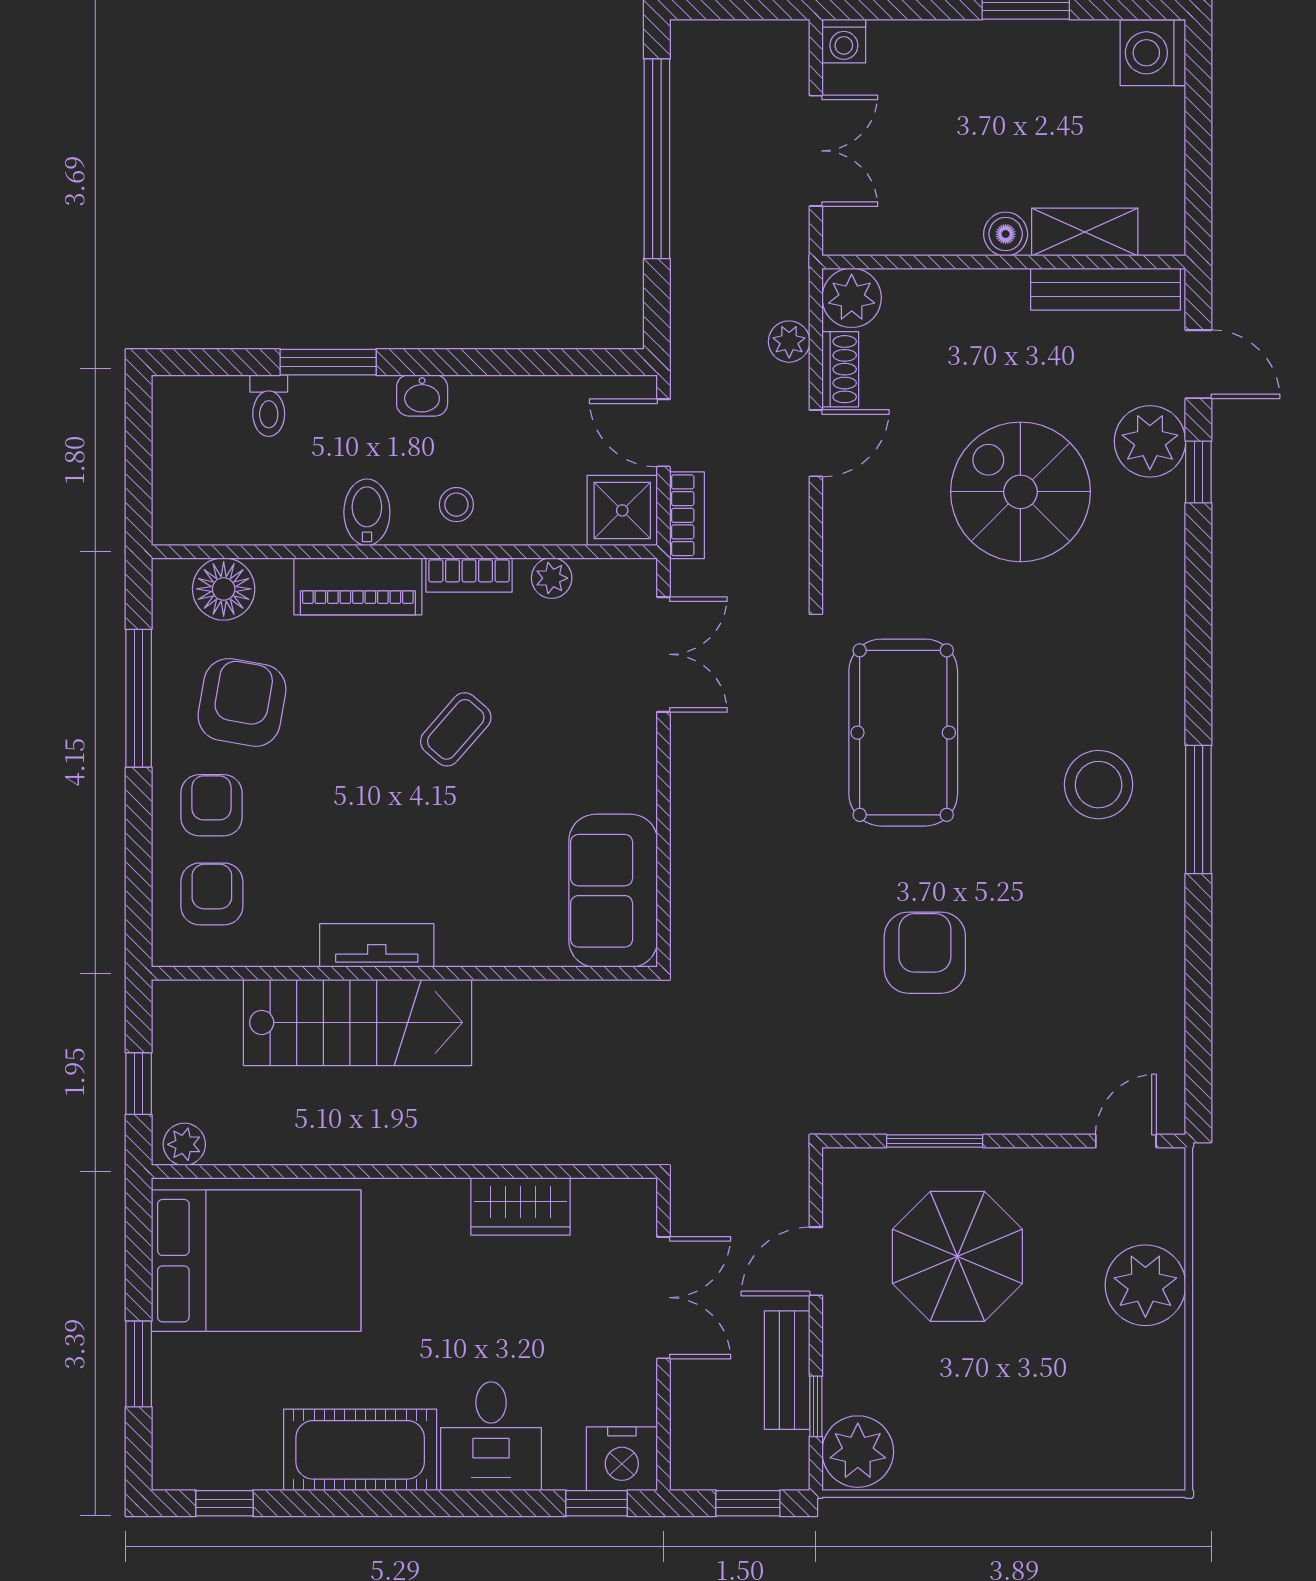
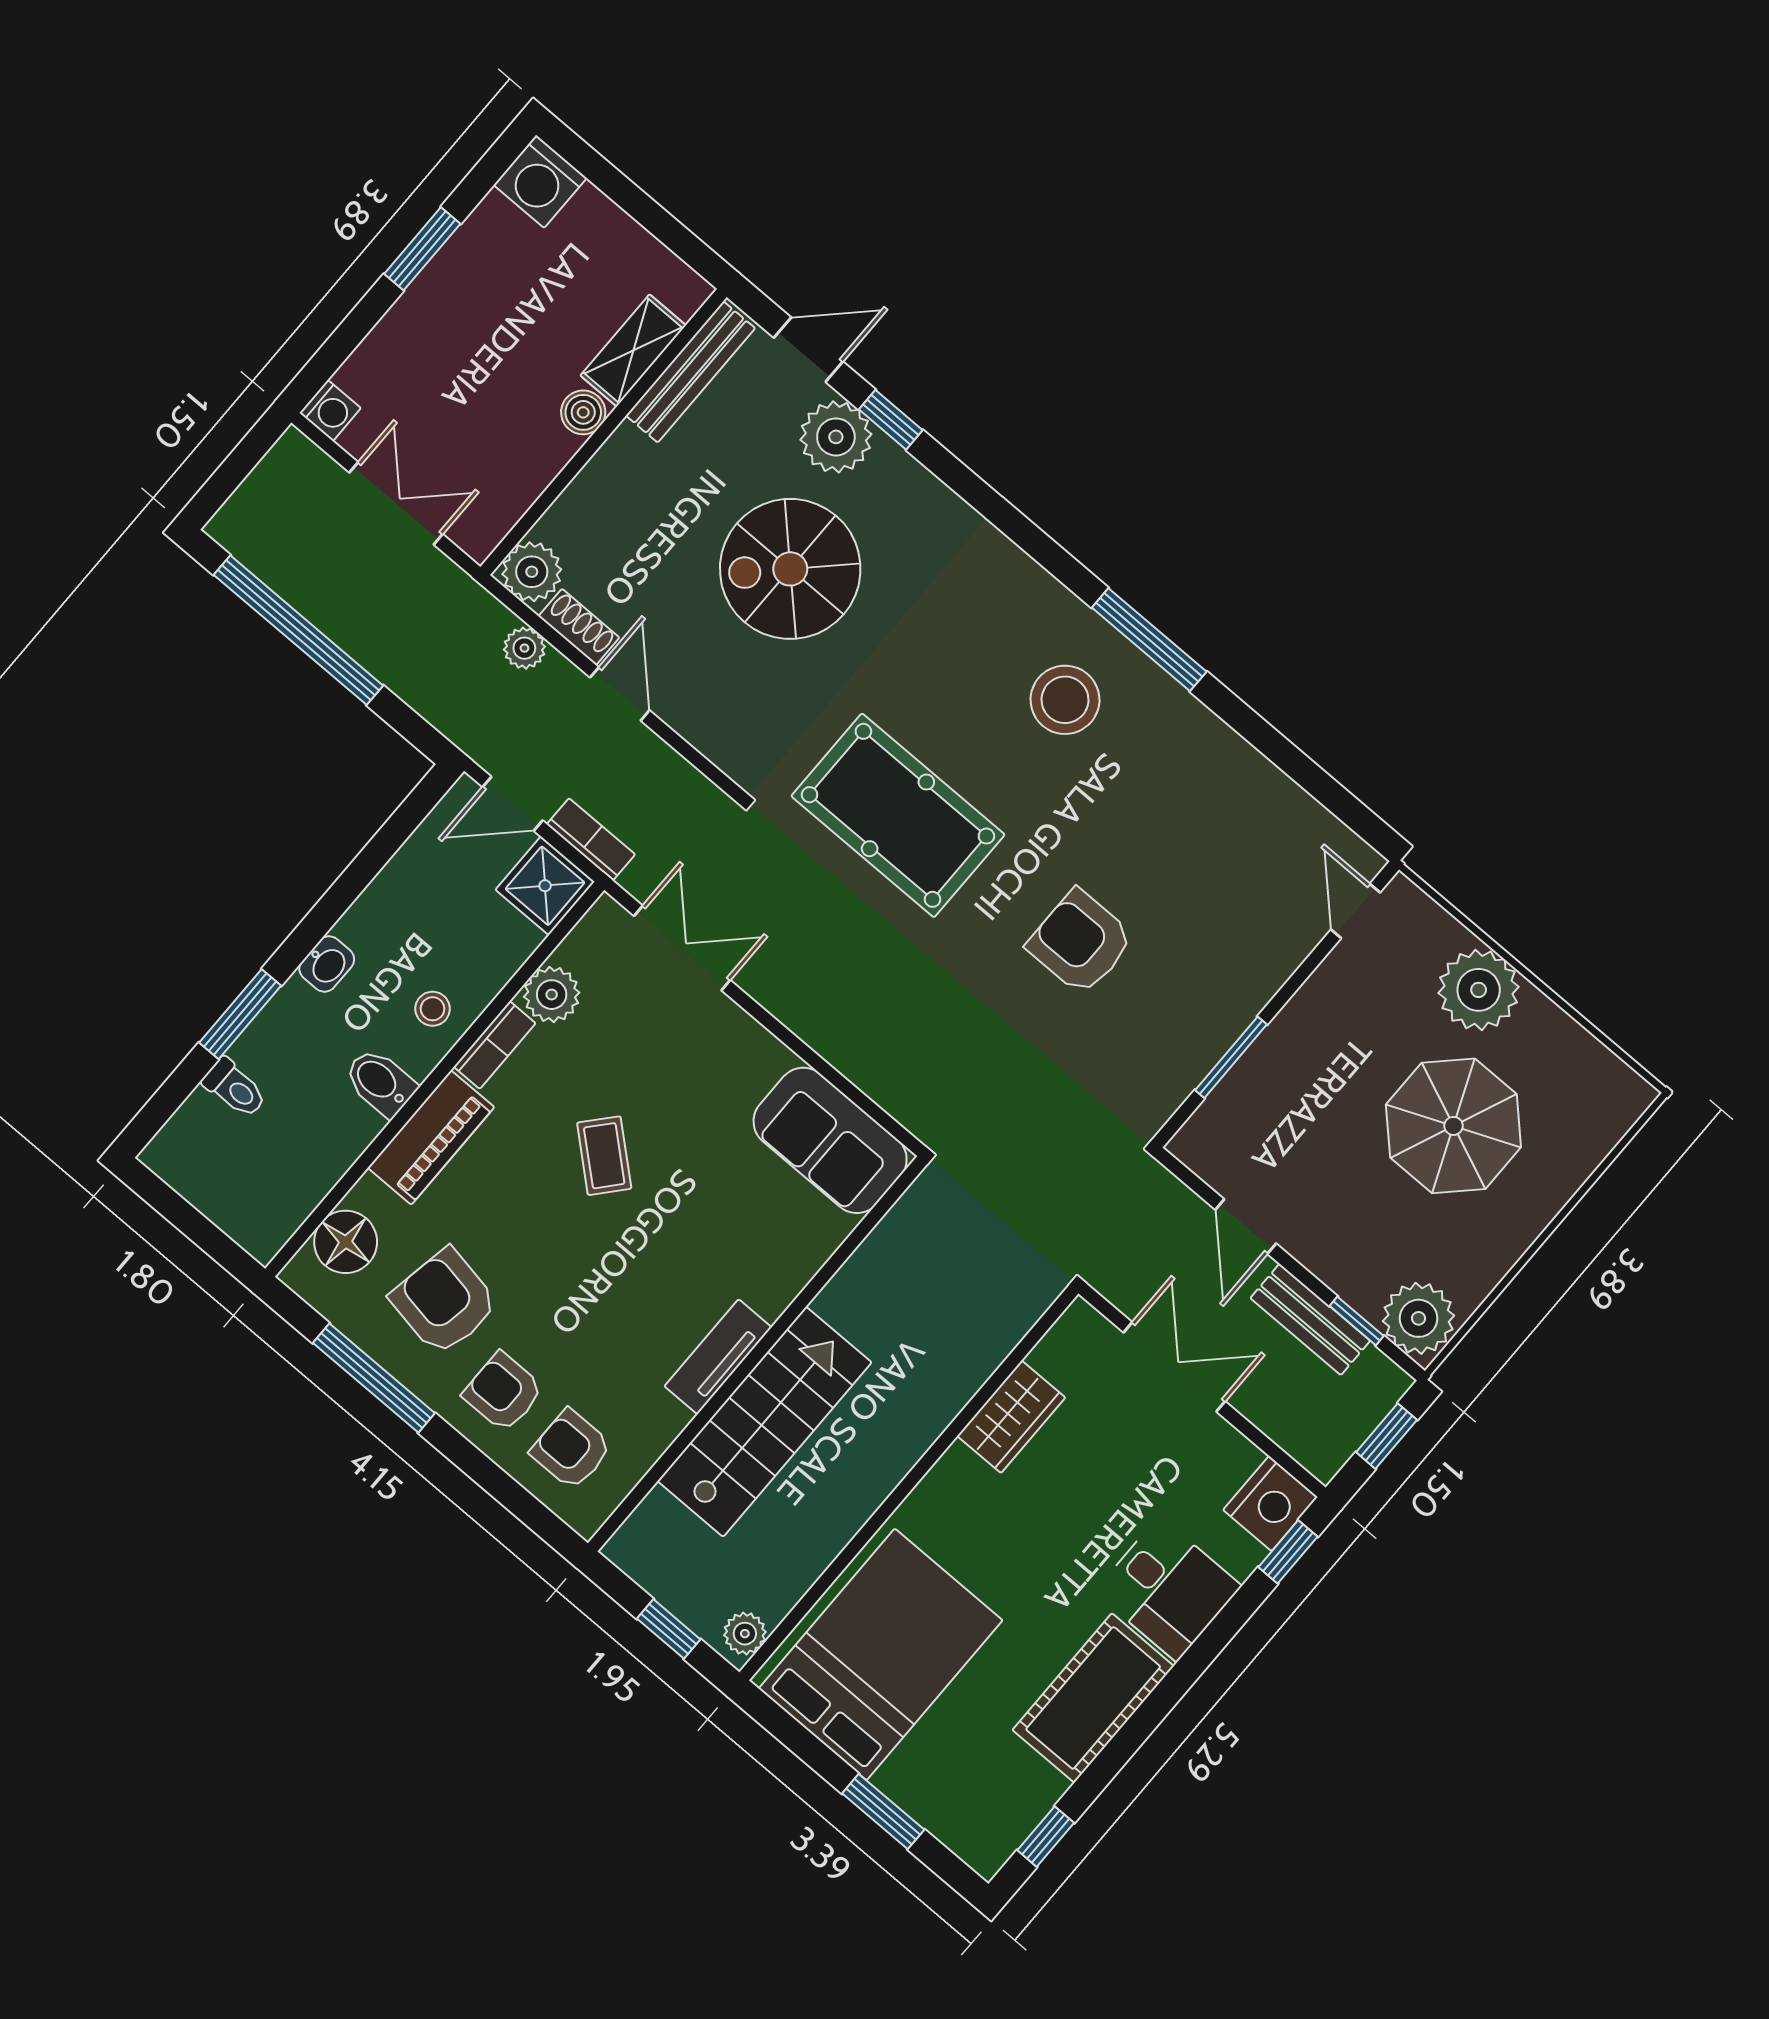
plant: (552, 578) -> (552, 995), width x1.38, depth x1.38
parasol: (957, 1256) -> (1453, 1126), moved

